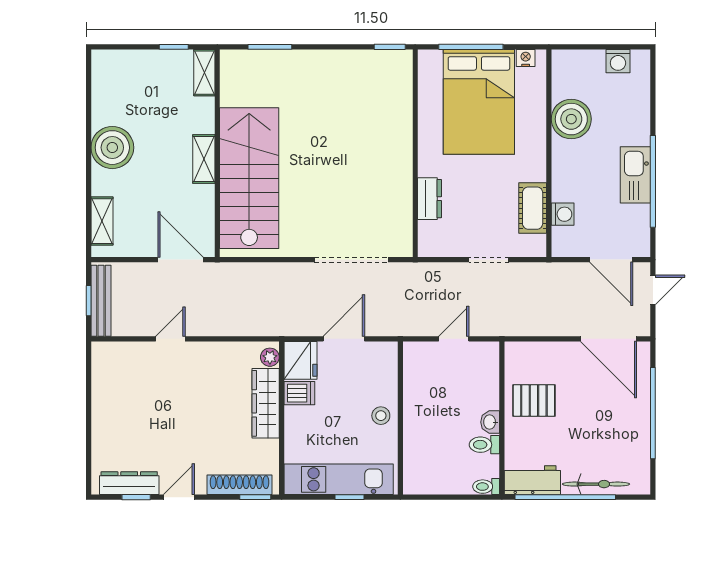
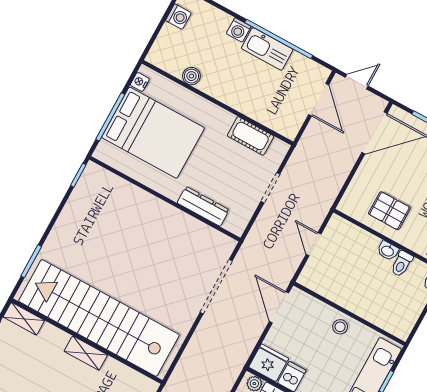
boiler: (571, 119) -> (191, 76), width x0.54, depth x0.54
stairs: (249, 178) -> (99, 318), width x1.36
dresser: (430, 199) -> (203, 206), width x1.44
washing machine: (563, 214) -> (239, 30), moved, turned 180
door: (611, 260) -> (319, 100), hinge flipped
door: (653, 290) -> (357, 82), hinge flipped
door: (344, 339) -> (279, 307), moved
pallet: (534, 400) -> (389, 211), turned 90

